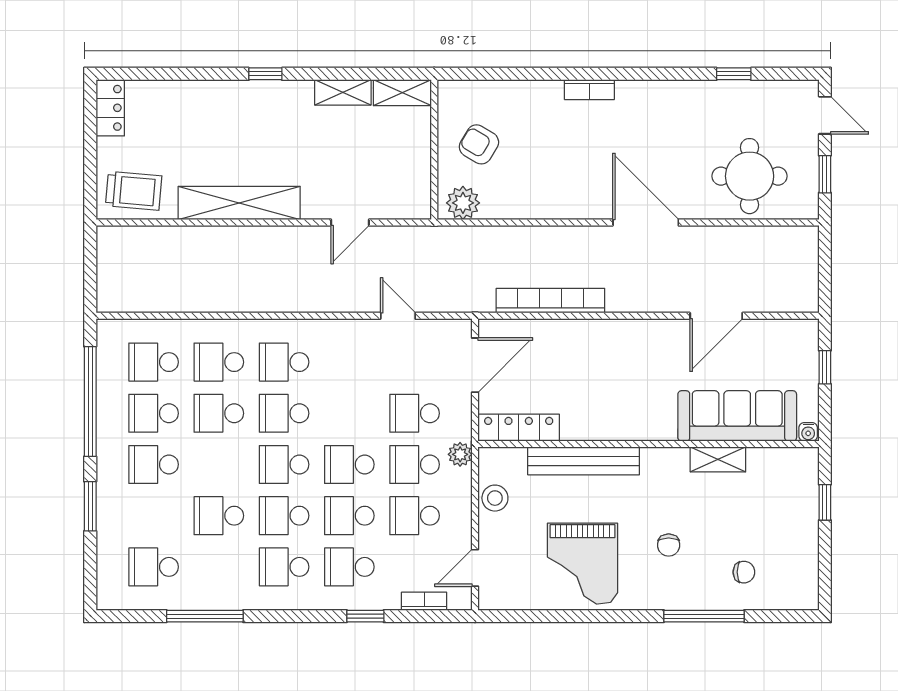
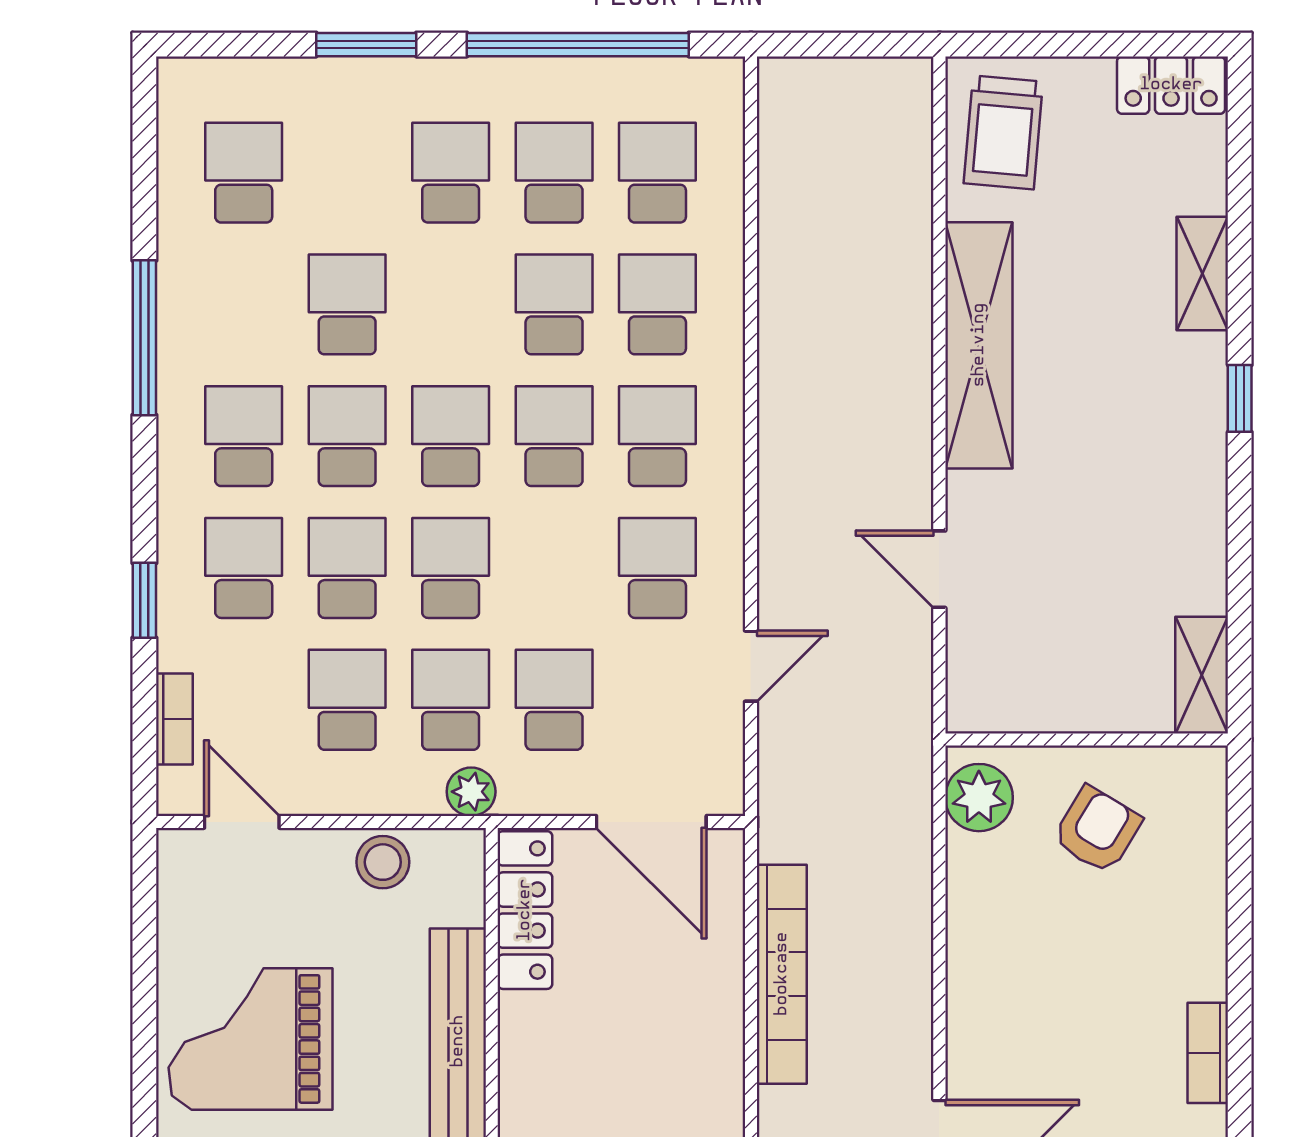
shelving: (343, 92) -> (1202, 273), moved
school desk: (349, 362) -> (657, 568), added
window: (205, 616) -> (144, 338), moved

